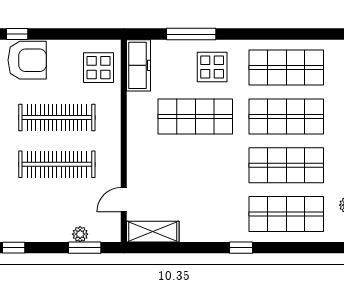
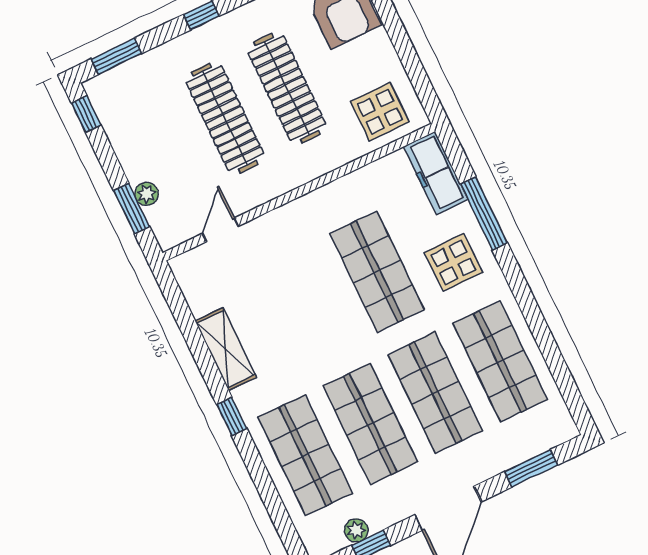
freezer: (139, 65) -> (436, 173), moved, turned 90
door: (124, 200) -> (220, 230), hinge flipped
shelving: (153, 232) -> (226, 349), moved

